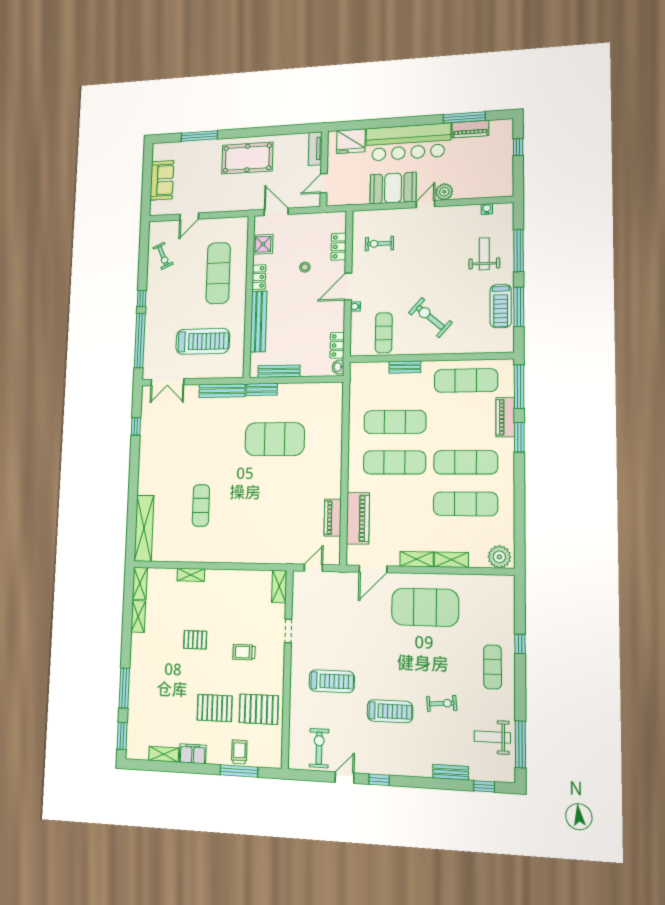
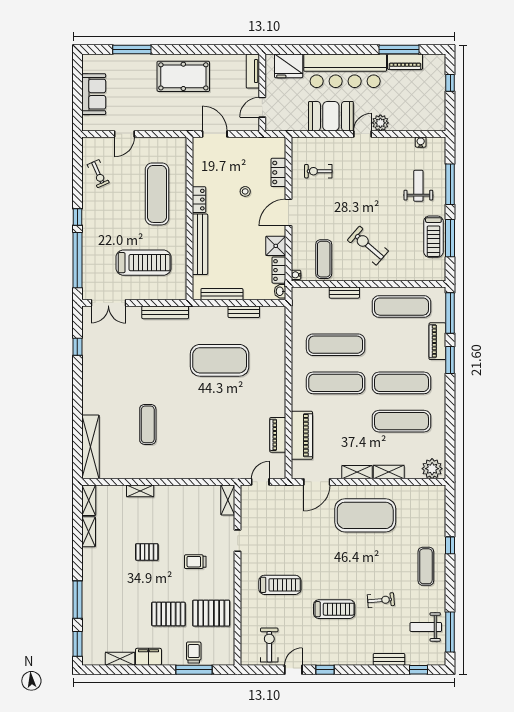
shower: (263, 244) -> (276, 246), moved
water cooler: (355, 306) -> (296, 275), moved
bench: (262, 389) -> (244, 312), moved

